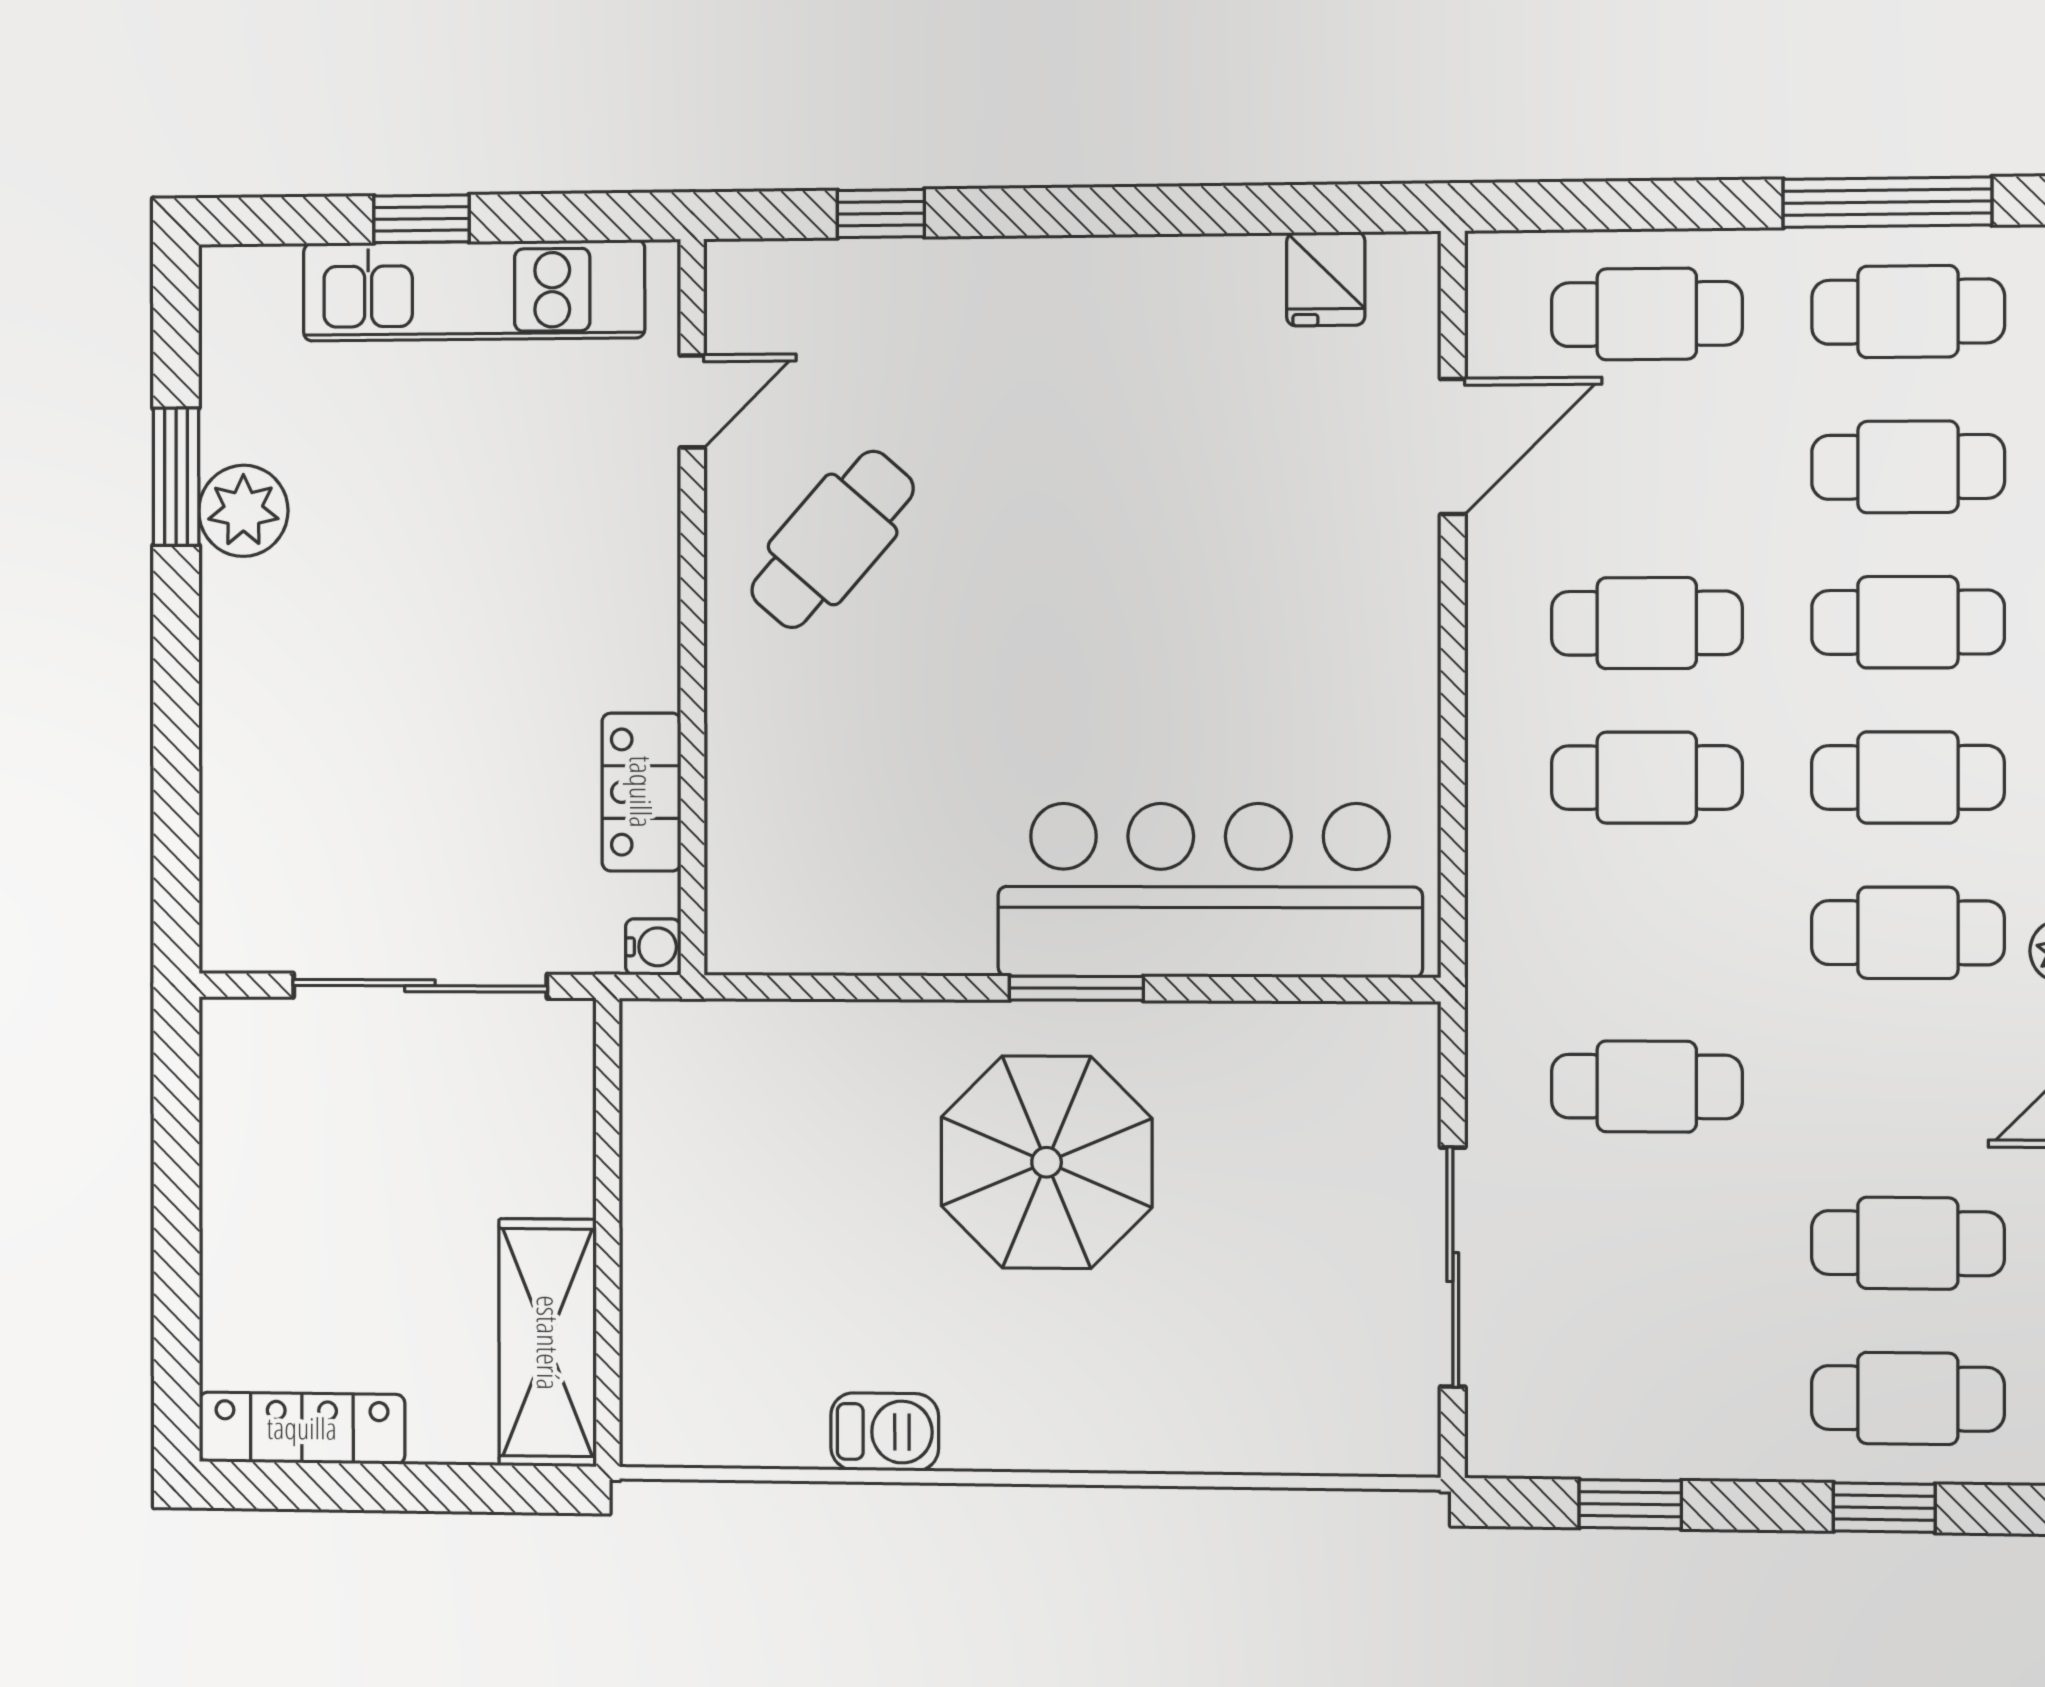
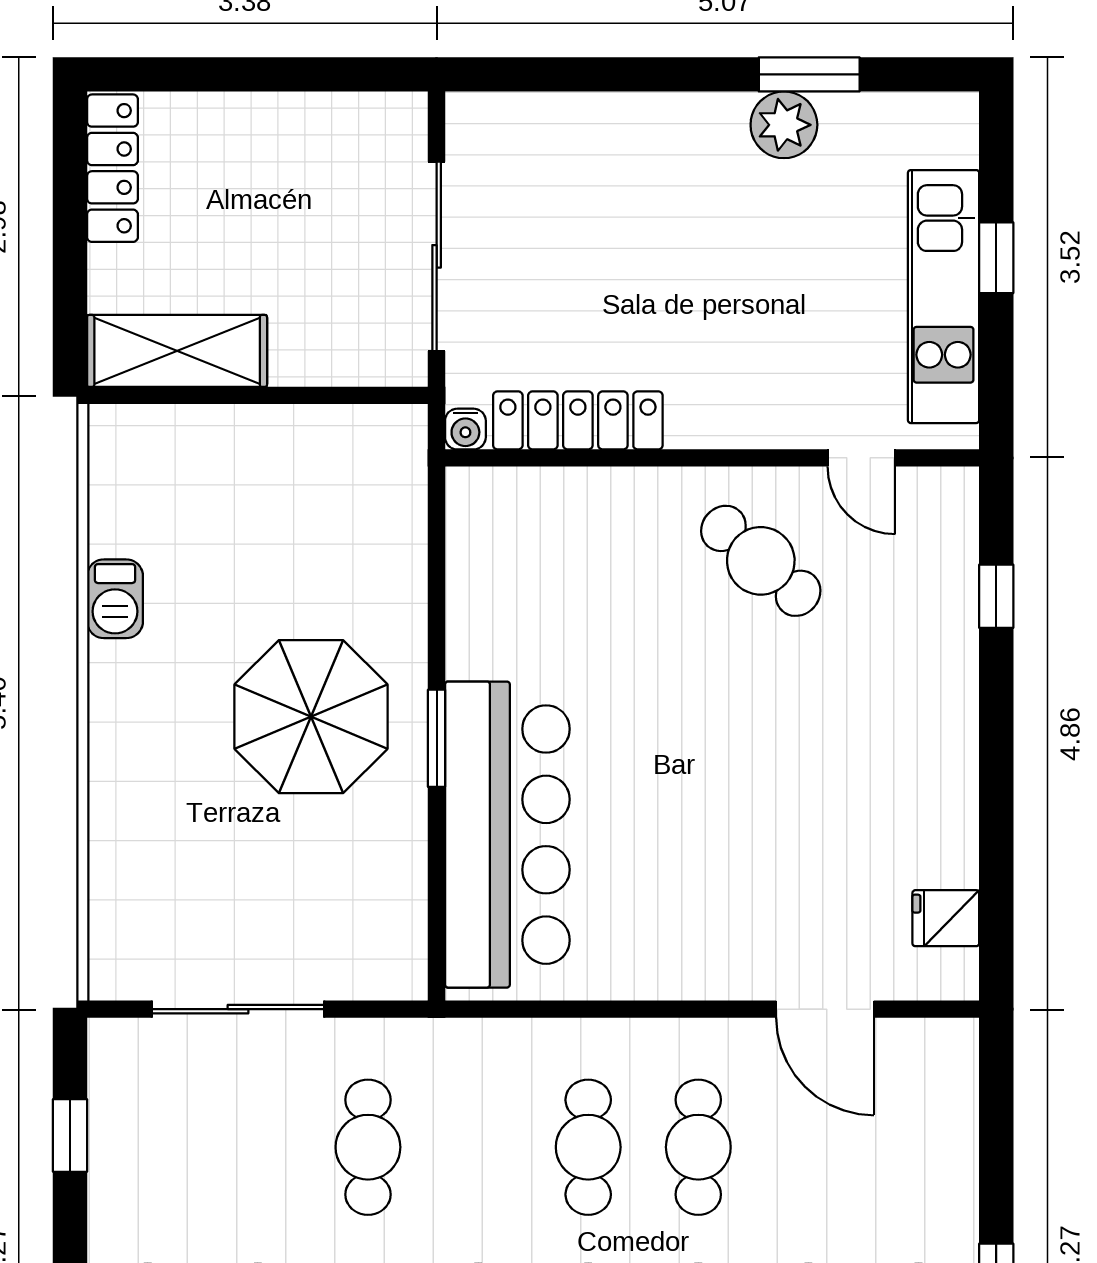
cafe table: (1647, 314) -> (918, 1147), removed
locker: (641, 792) -> (578, 420), width x1.53

